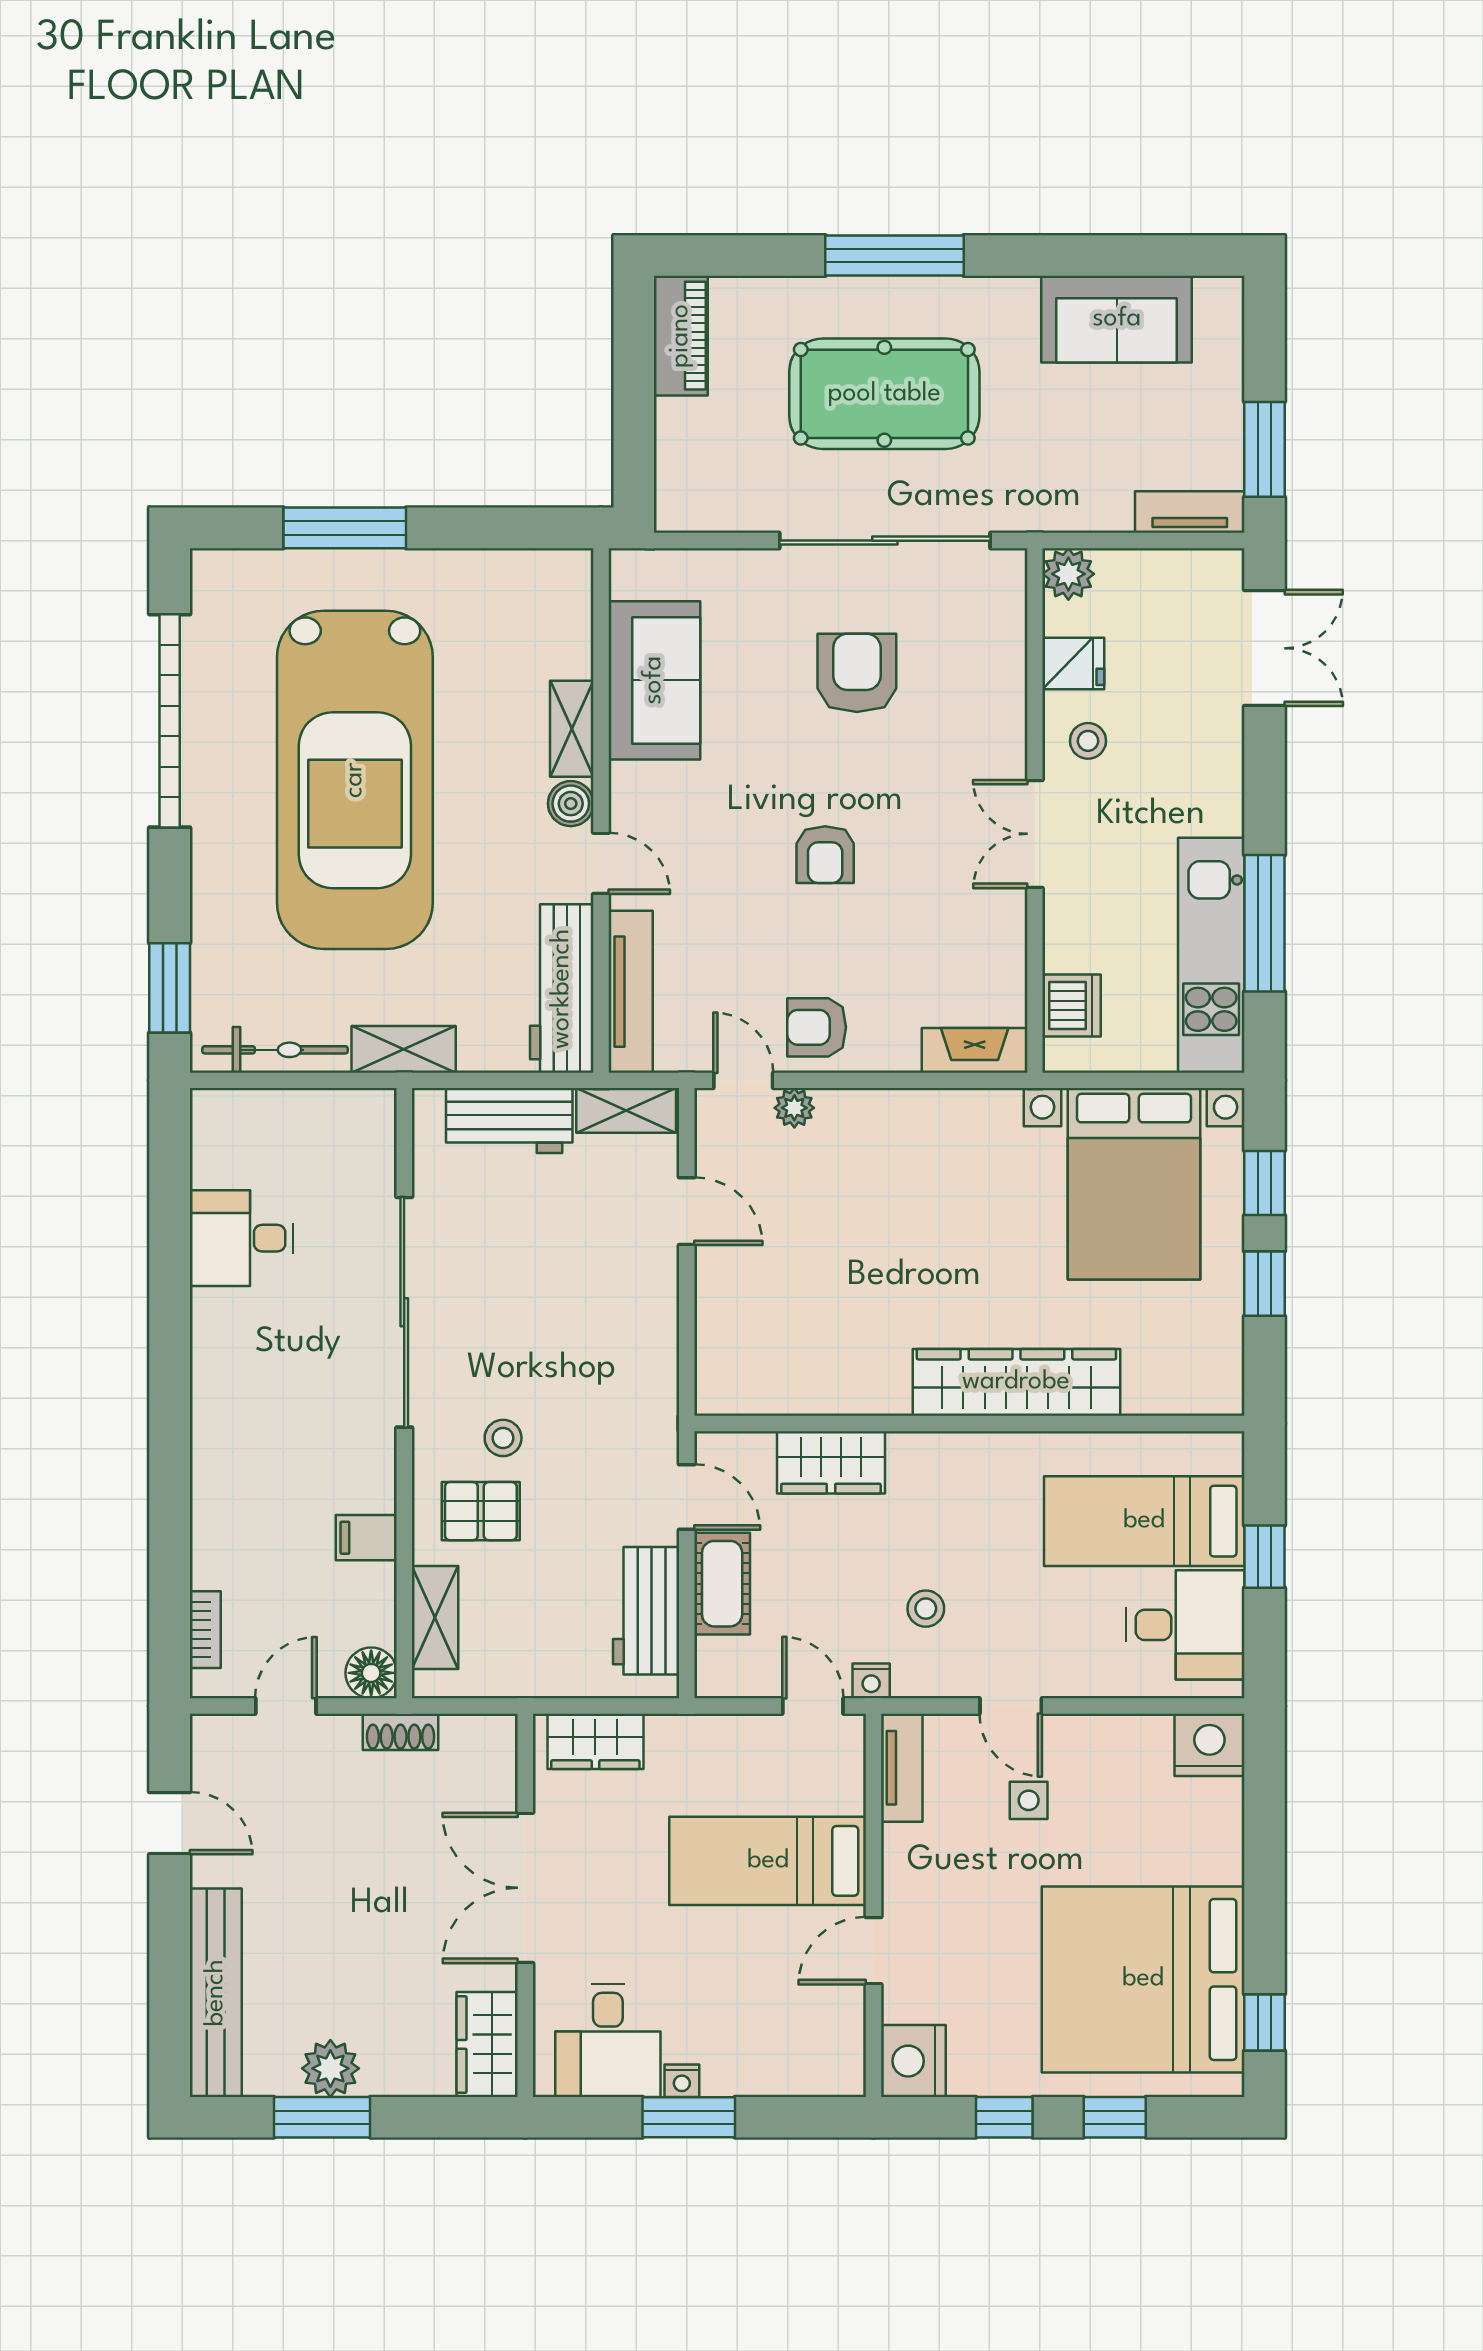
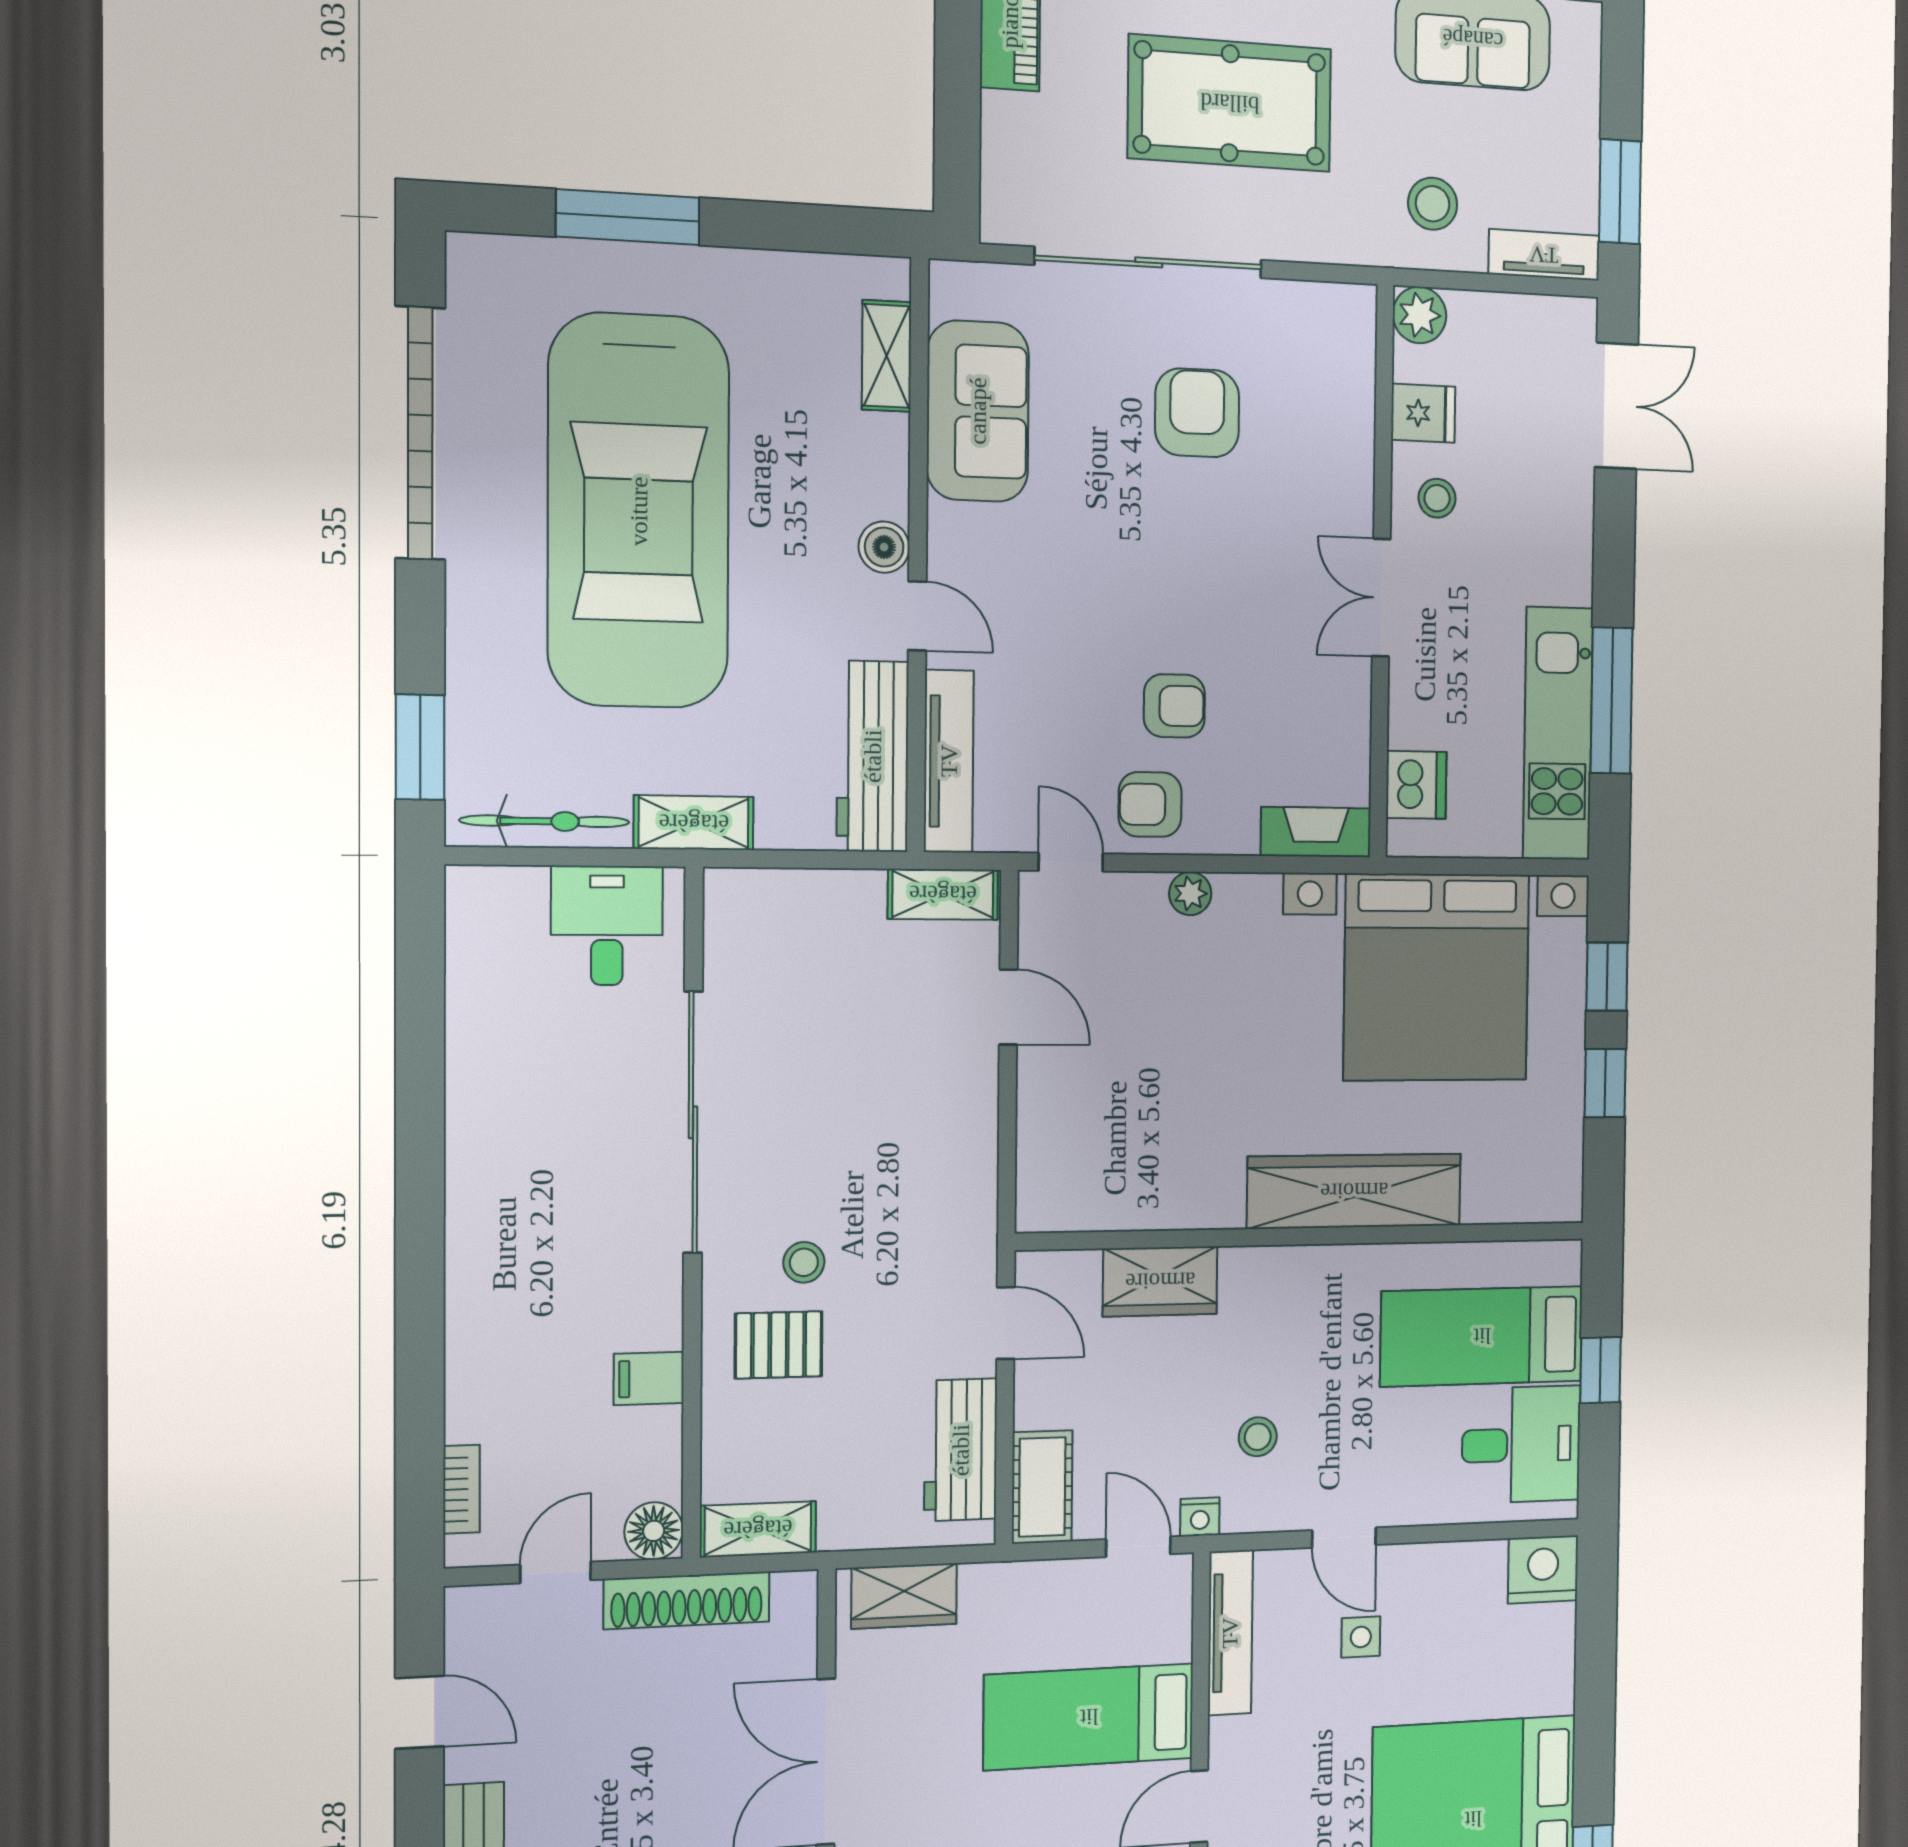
stool: (1080, 472) -> (1433, 204), added
sliding door: (885, 541) -> (1149, 262), moved
shelving: (572, 729) -> (886, 356), moved
armchair: (825, 855) -> (1174, 706), moved, turned -90
plant: (794, 1108) -> (1190, 894), moved
workbench: (509, 1121) -> (813, 905), removed
bed with nightstands: (1134, 1184) -> (1437, 977), width x1.36
desk: (242, 1238) -> (607, 926), moved, turned 90
cot: (722, 1584) -> (1042, 1487), moved
shelving: (435, 1617) -> (758, 1529), moved, turned 90
shoe rack: (401, 1732) -> (687, 1600), width x1.94, depth x1.24
tv unit: (902, 1768) -> (1230, 1633), width x1.41

